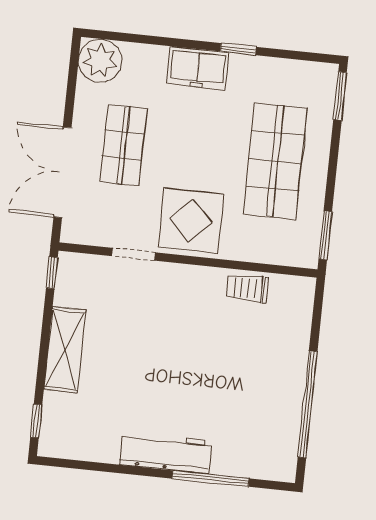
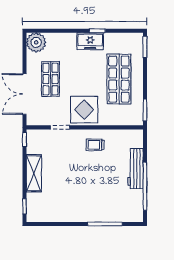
freezer: (198, 68) -> (90, 41), moved
trolley: (247, 288) -> (95, 145), moved
workbench: (166, 453) -> (135, 169), moved, turned -90

